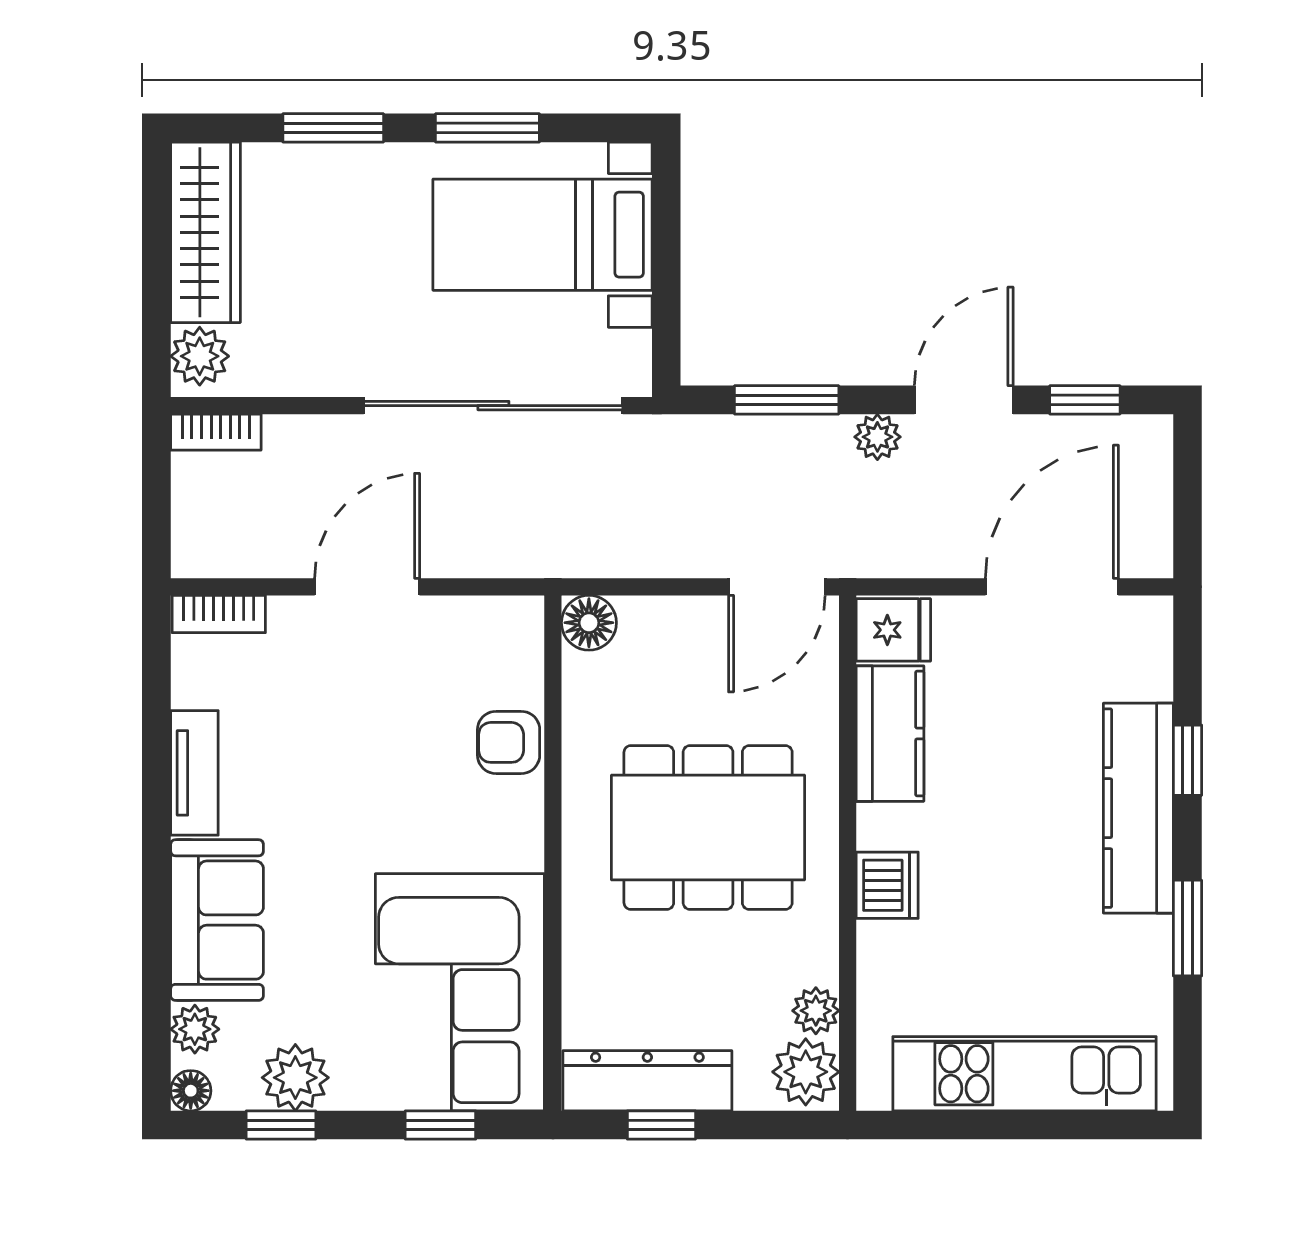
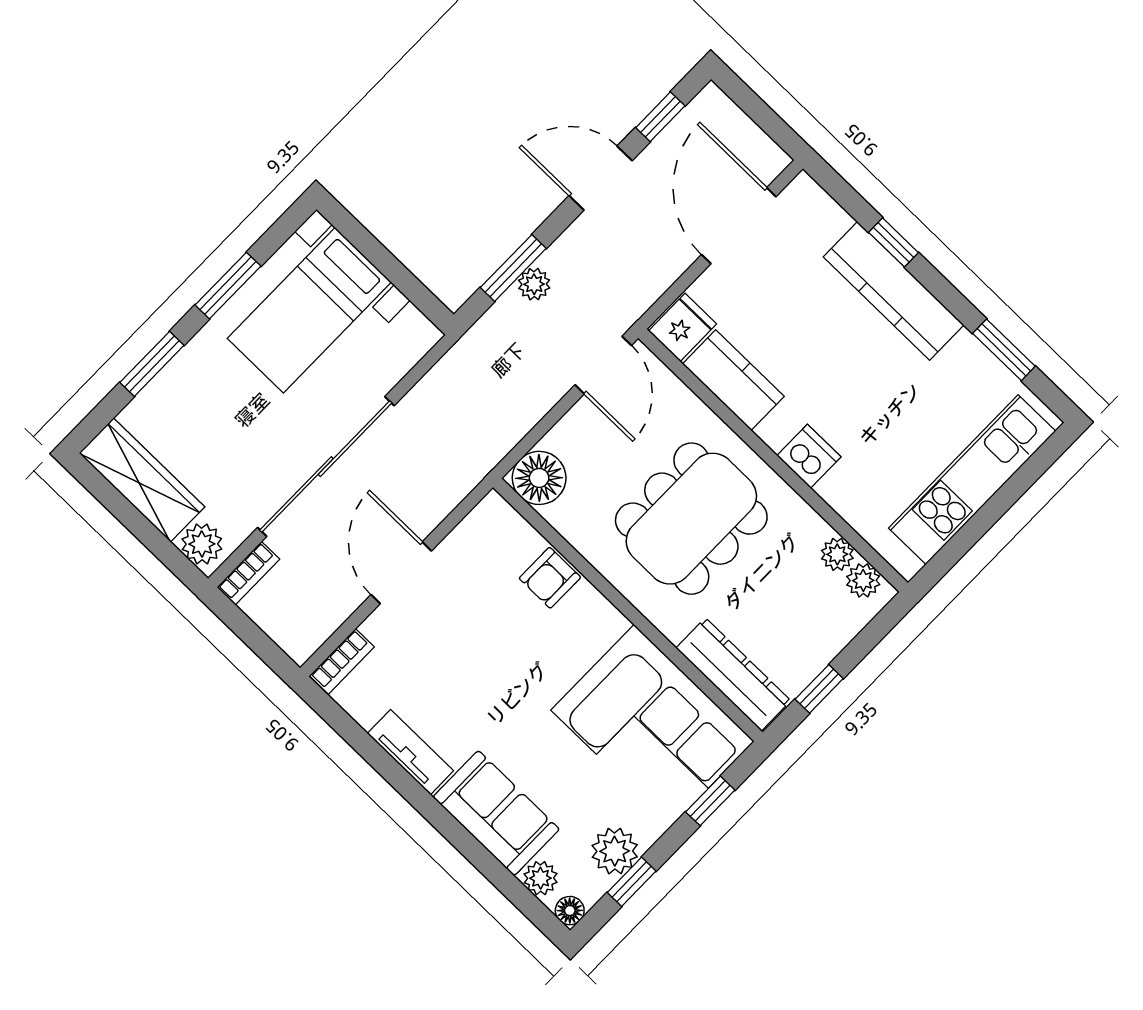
door: (964, 400) -> (601, 178), hinge flipped
sliding door: (493, 406) -> (326, 467), moved
plant: (877, 437) -> (534, 284), moved
floor lamp: (589, 623) -> (539, 478), width x1.38, depth x1.38
window: (1187, 928) -> (1004, 350), moved
plant: (806, 1072) -> (863, 580), width x0.73, depth x0.73
dresser: (647, 1081) -> (733, 674), moved, turned 90

